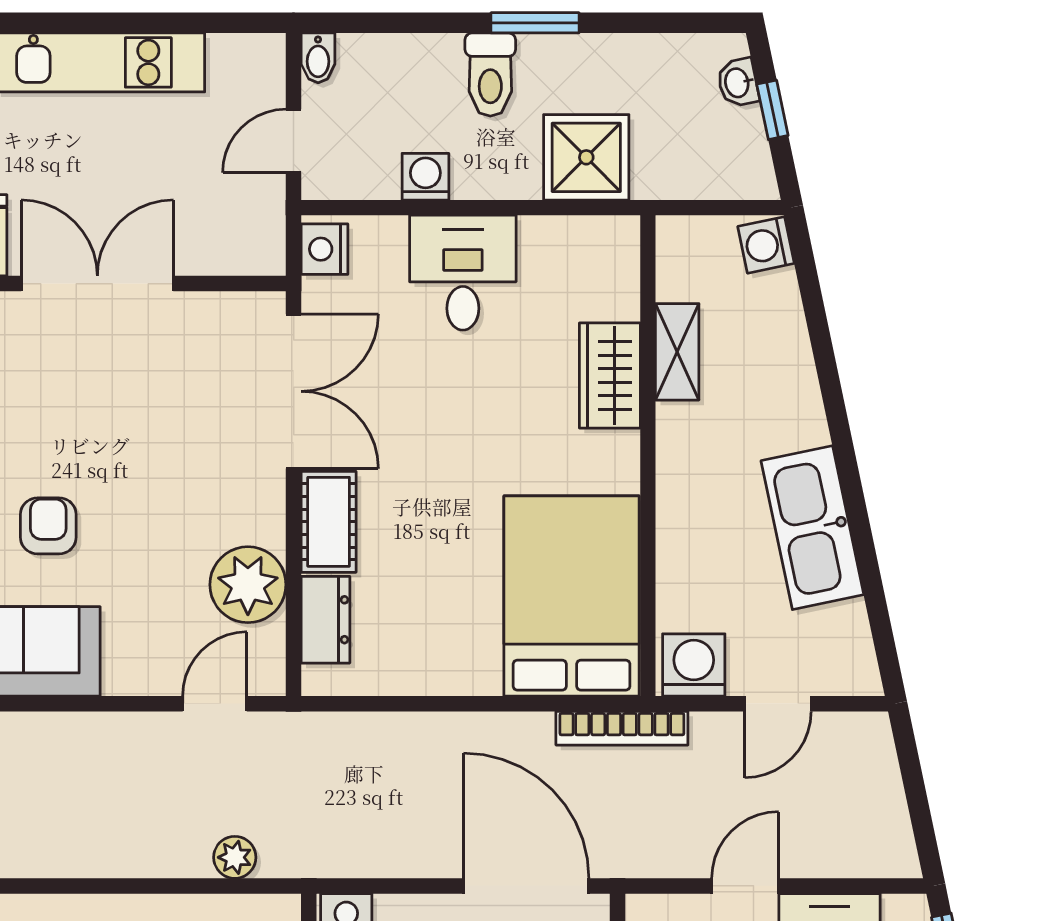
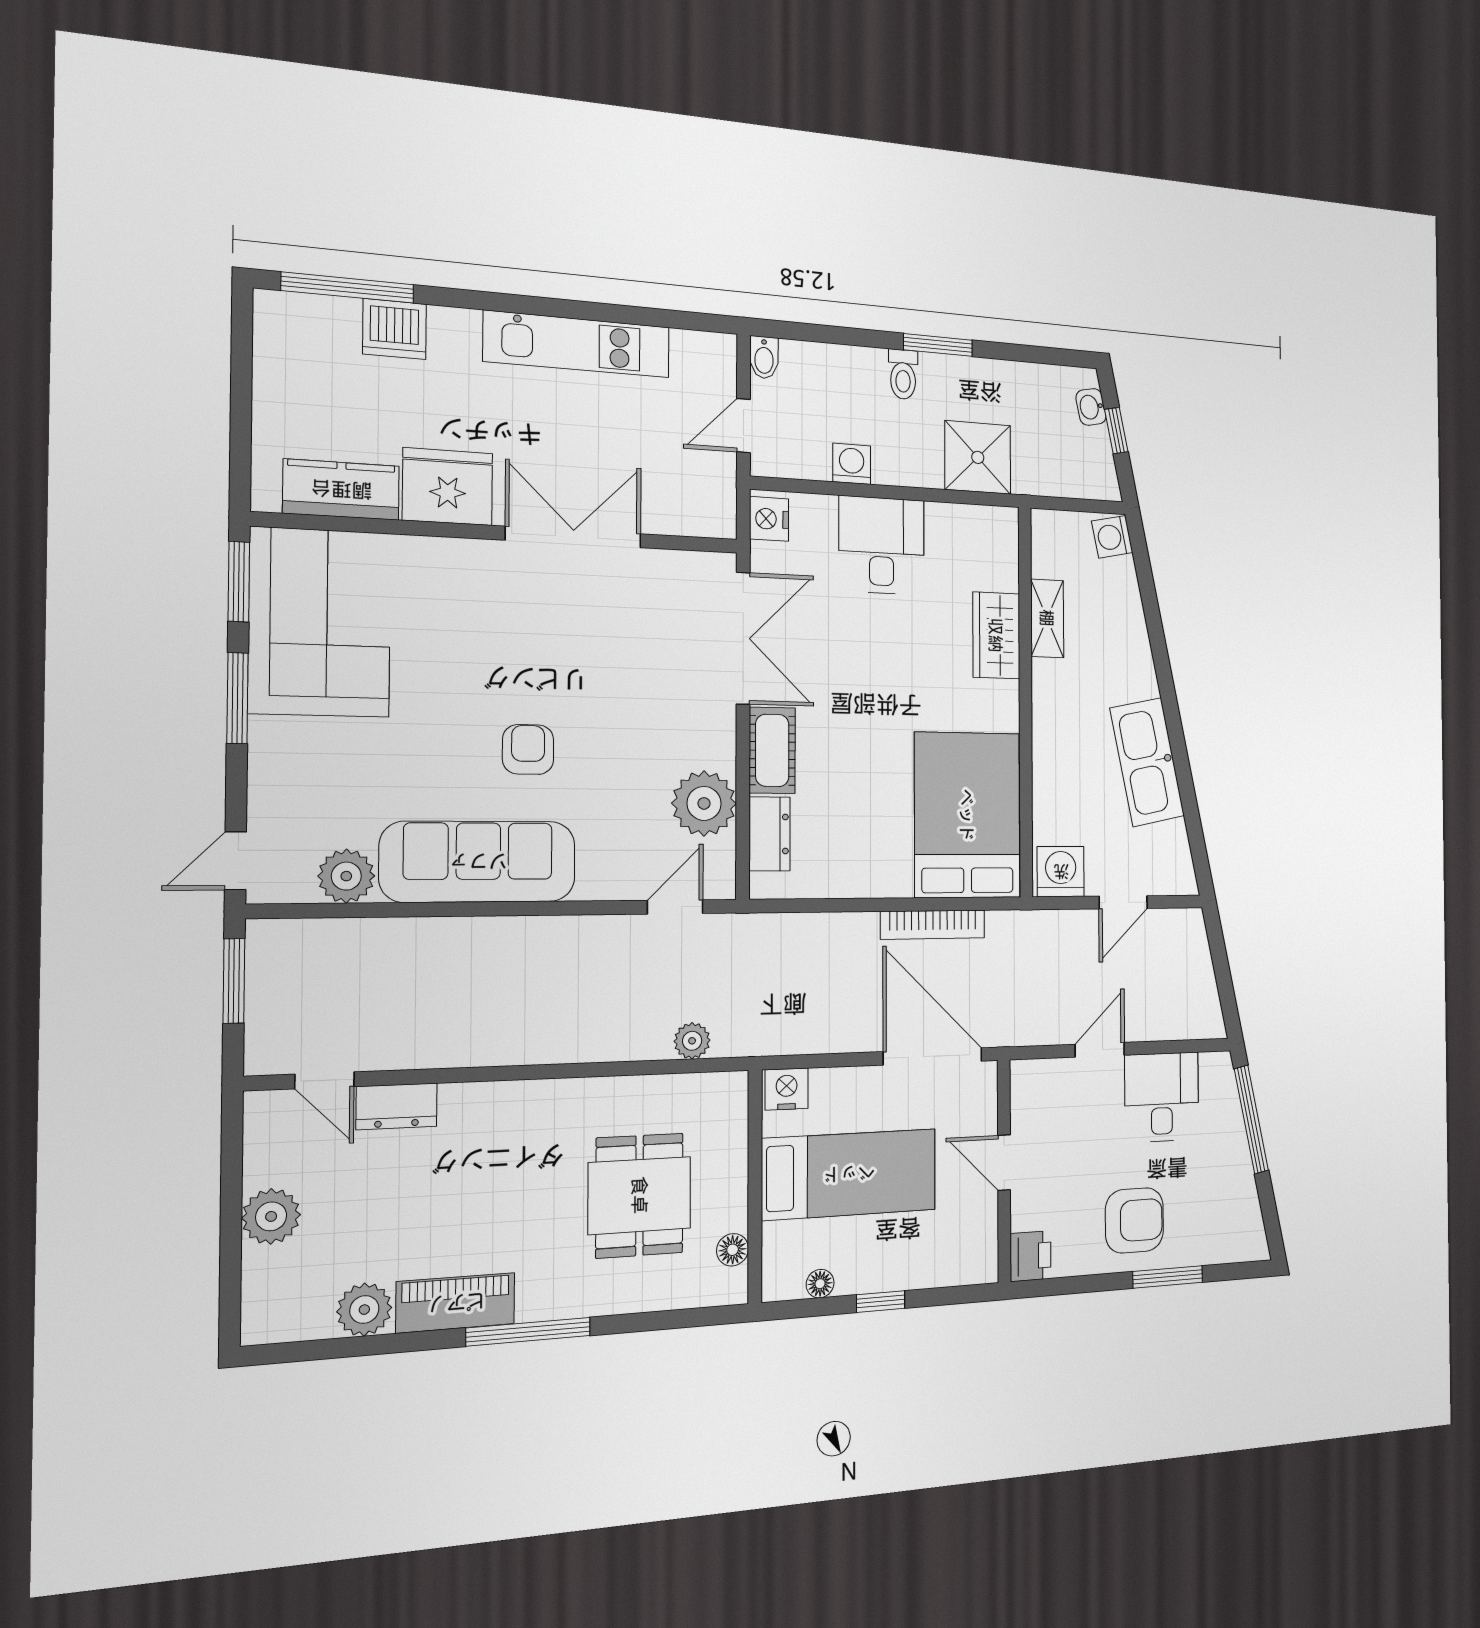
toilet: (490, 75) -> (903, 374), width x0.73, depth x0.72
bookcase: (622, 728) -> (933, 925), moved

